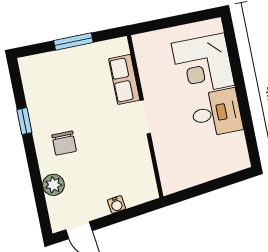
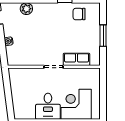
chair: (64, 143) -> (79, 14), moved

